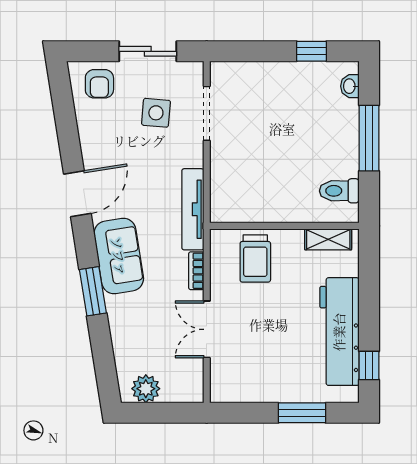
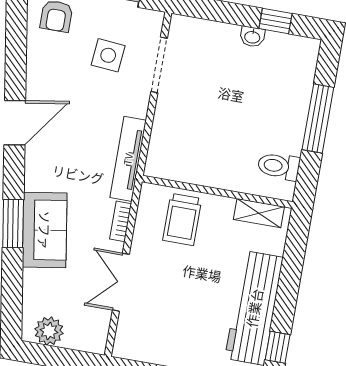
washbasin: (350, 86) -> (252, 37), moved, turned -90
sofa: (119, 256) -> (45, 230), moved

